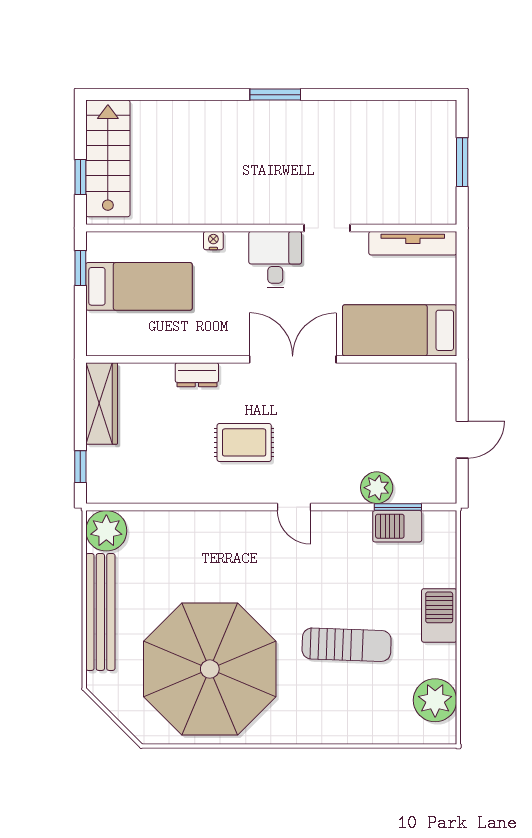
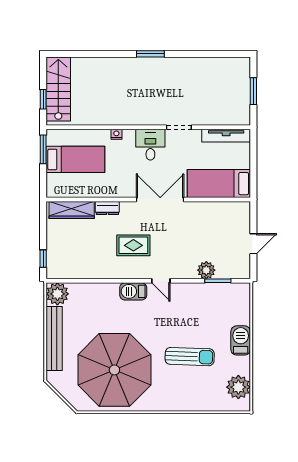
window: (80, 268) -> (43, 149), width x1.50
wardrobe: (102, 404) -> (72, 210), moved, turned 90
barbecue: (397, 526) -> (133, 291), moved

